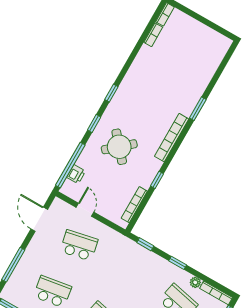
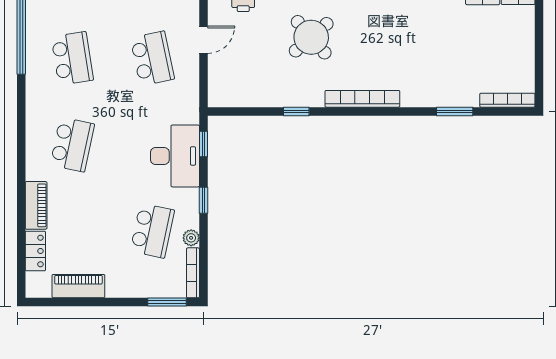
window: (198, 109) -> (455, 111), moved
bookcase: (134, 205) -> (507, 100), moved
desk: (143, 265) -> (175, 156), added

